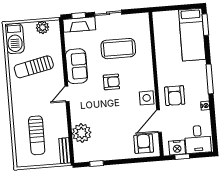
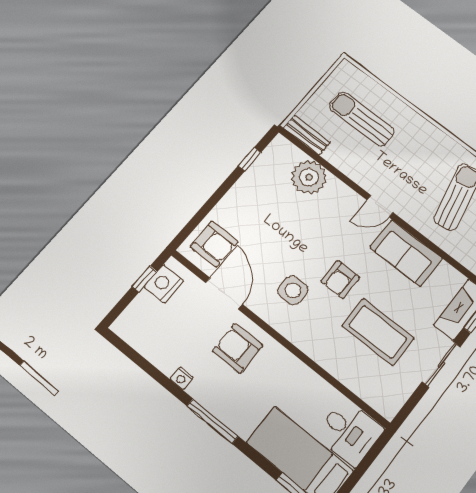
coffee table: (118, 49) -> (378, 332), turned 90
door: (67, 94) -> (380, 206), swing flipped
side table: (147, 98) -> (293, 290), moved
desk: (198, 139) -> (349, 432), moved, turned 180

